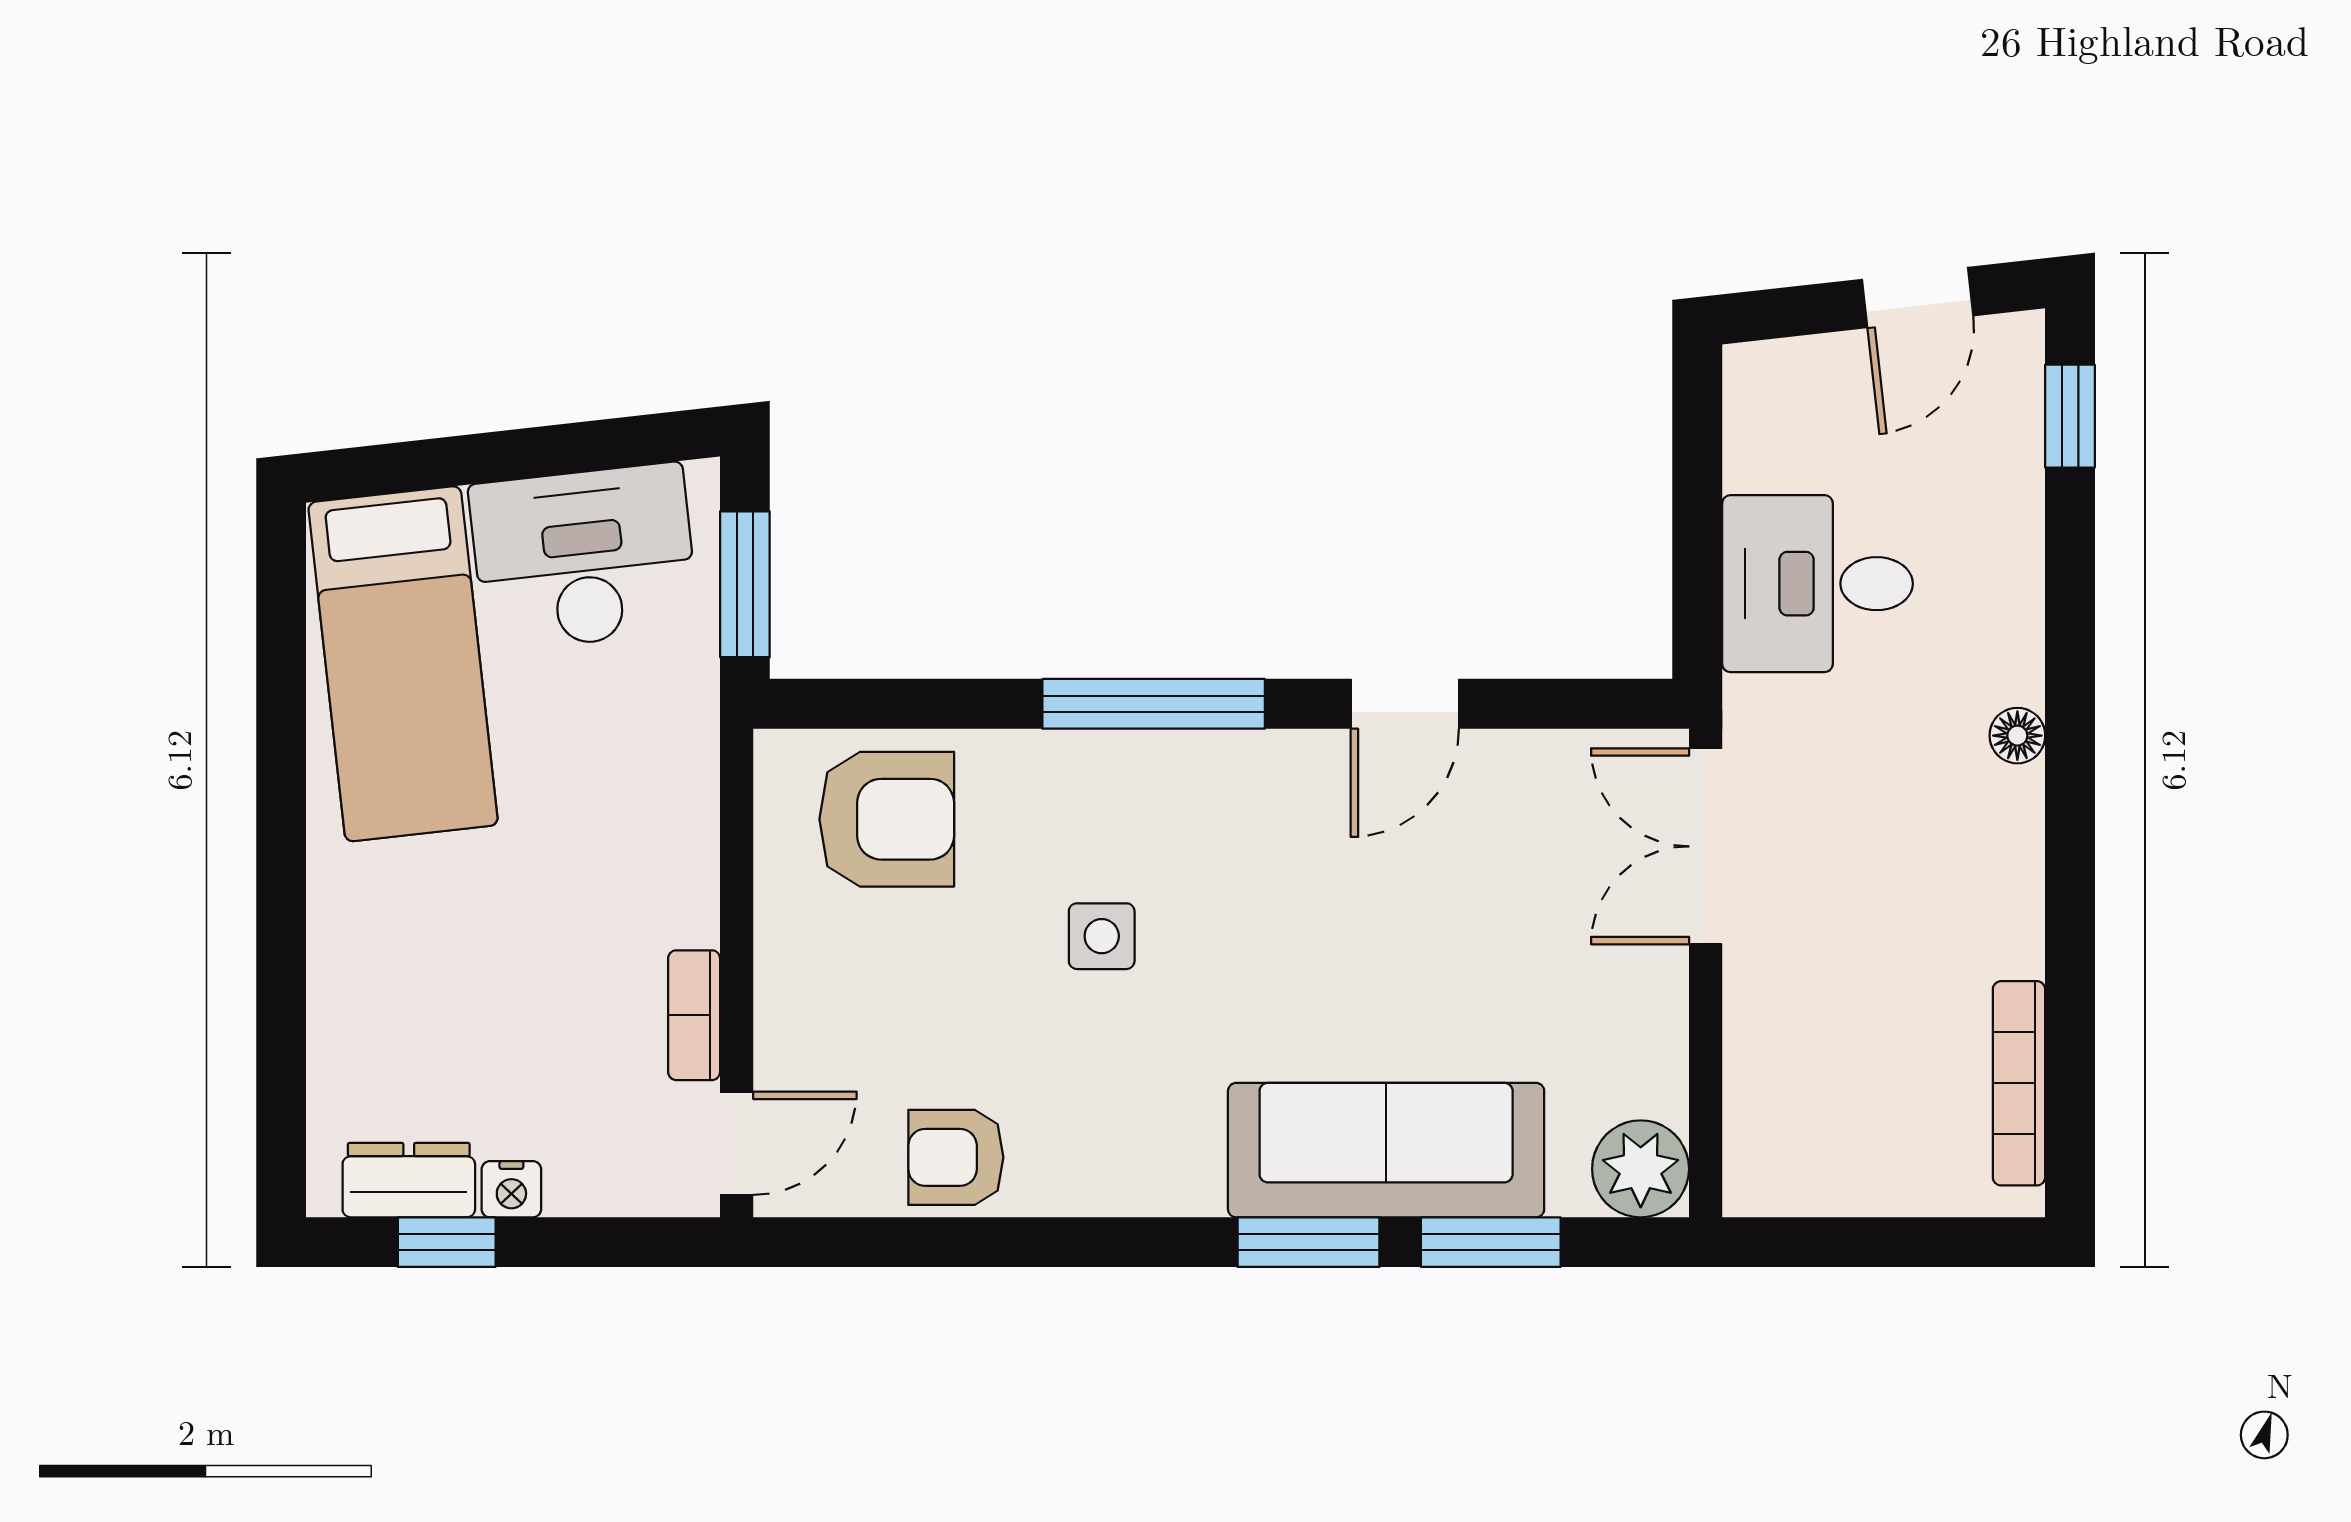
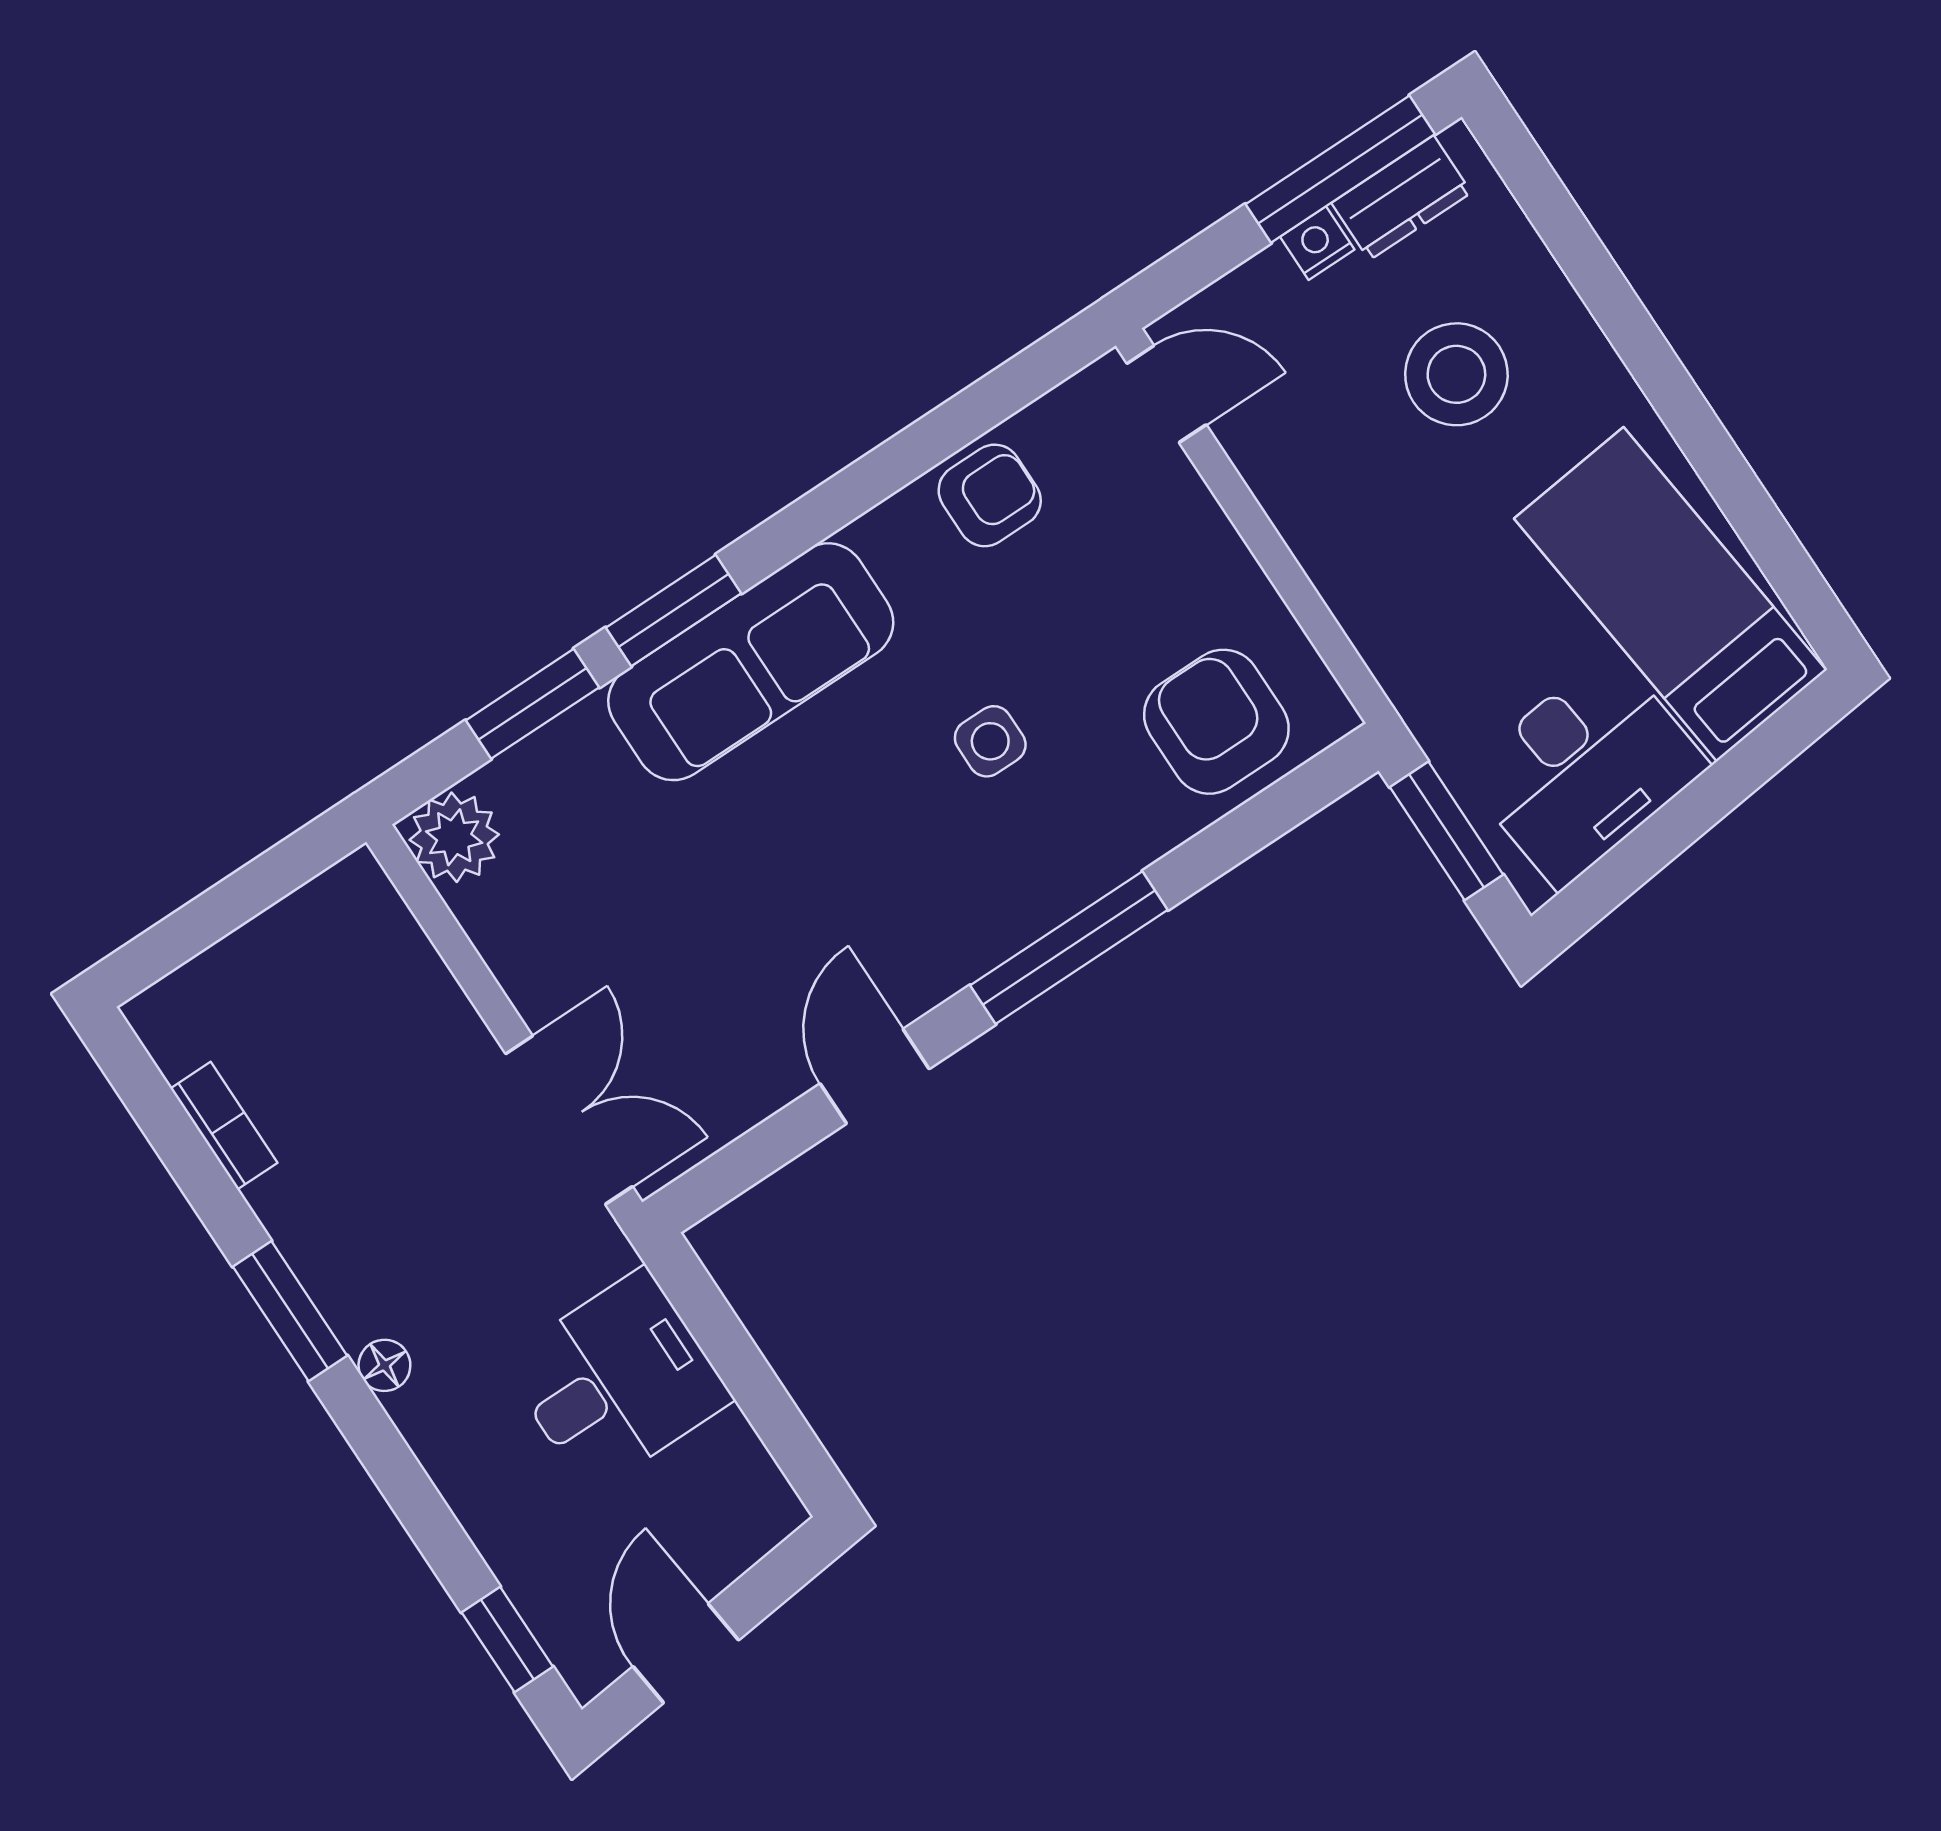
armchair: (887, 819) -> (1216, 722), turned 90
window: (2070, 841) -> (290, 1311), added
stool: (464, 989) -> (1456, 374), added
bookcase: (694, 1015) -> (1265, 471), removed
bookcase: (2019, 1083) -> (224, 1126), width x0.64
door: (737, 1143) -> (1167, 394), swing flipped
sofa: (1386, 1150) -> (751, 662), moved
window: (447, 1242) -> (1340, 169), width x2.17

